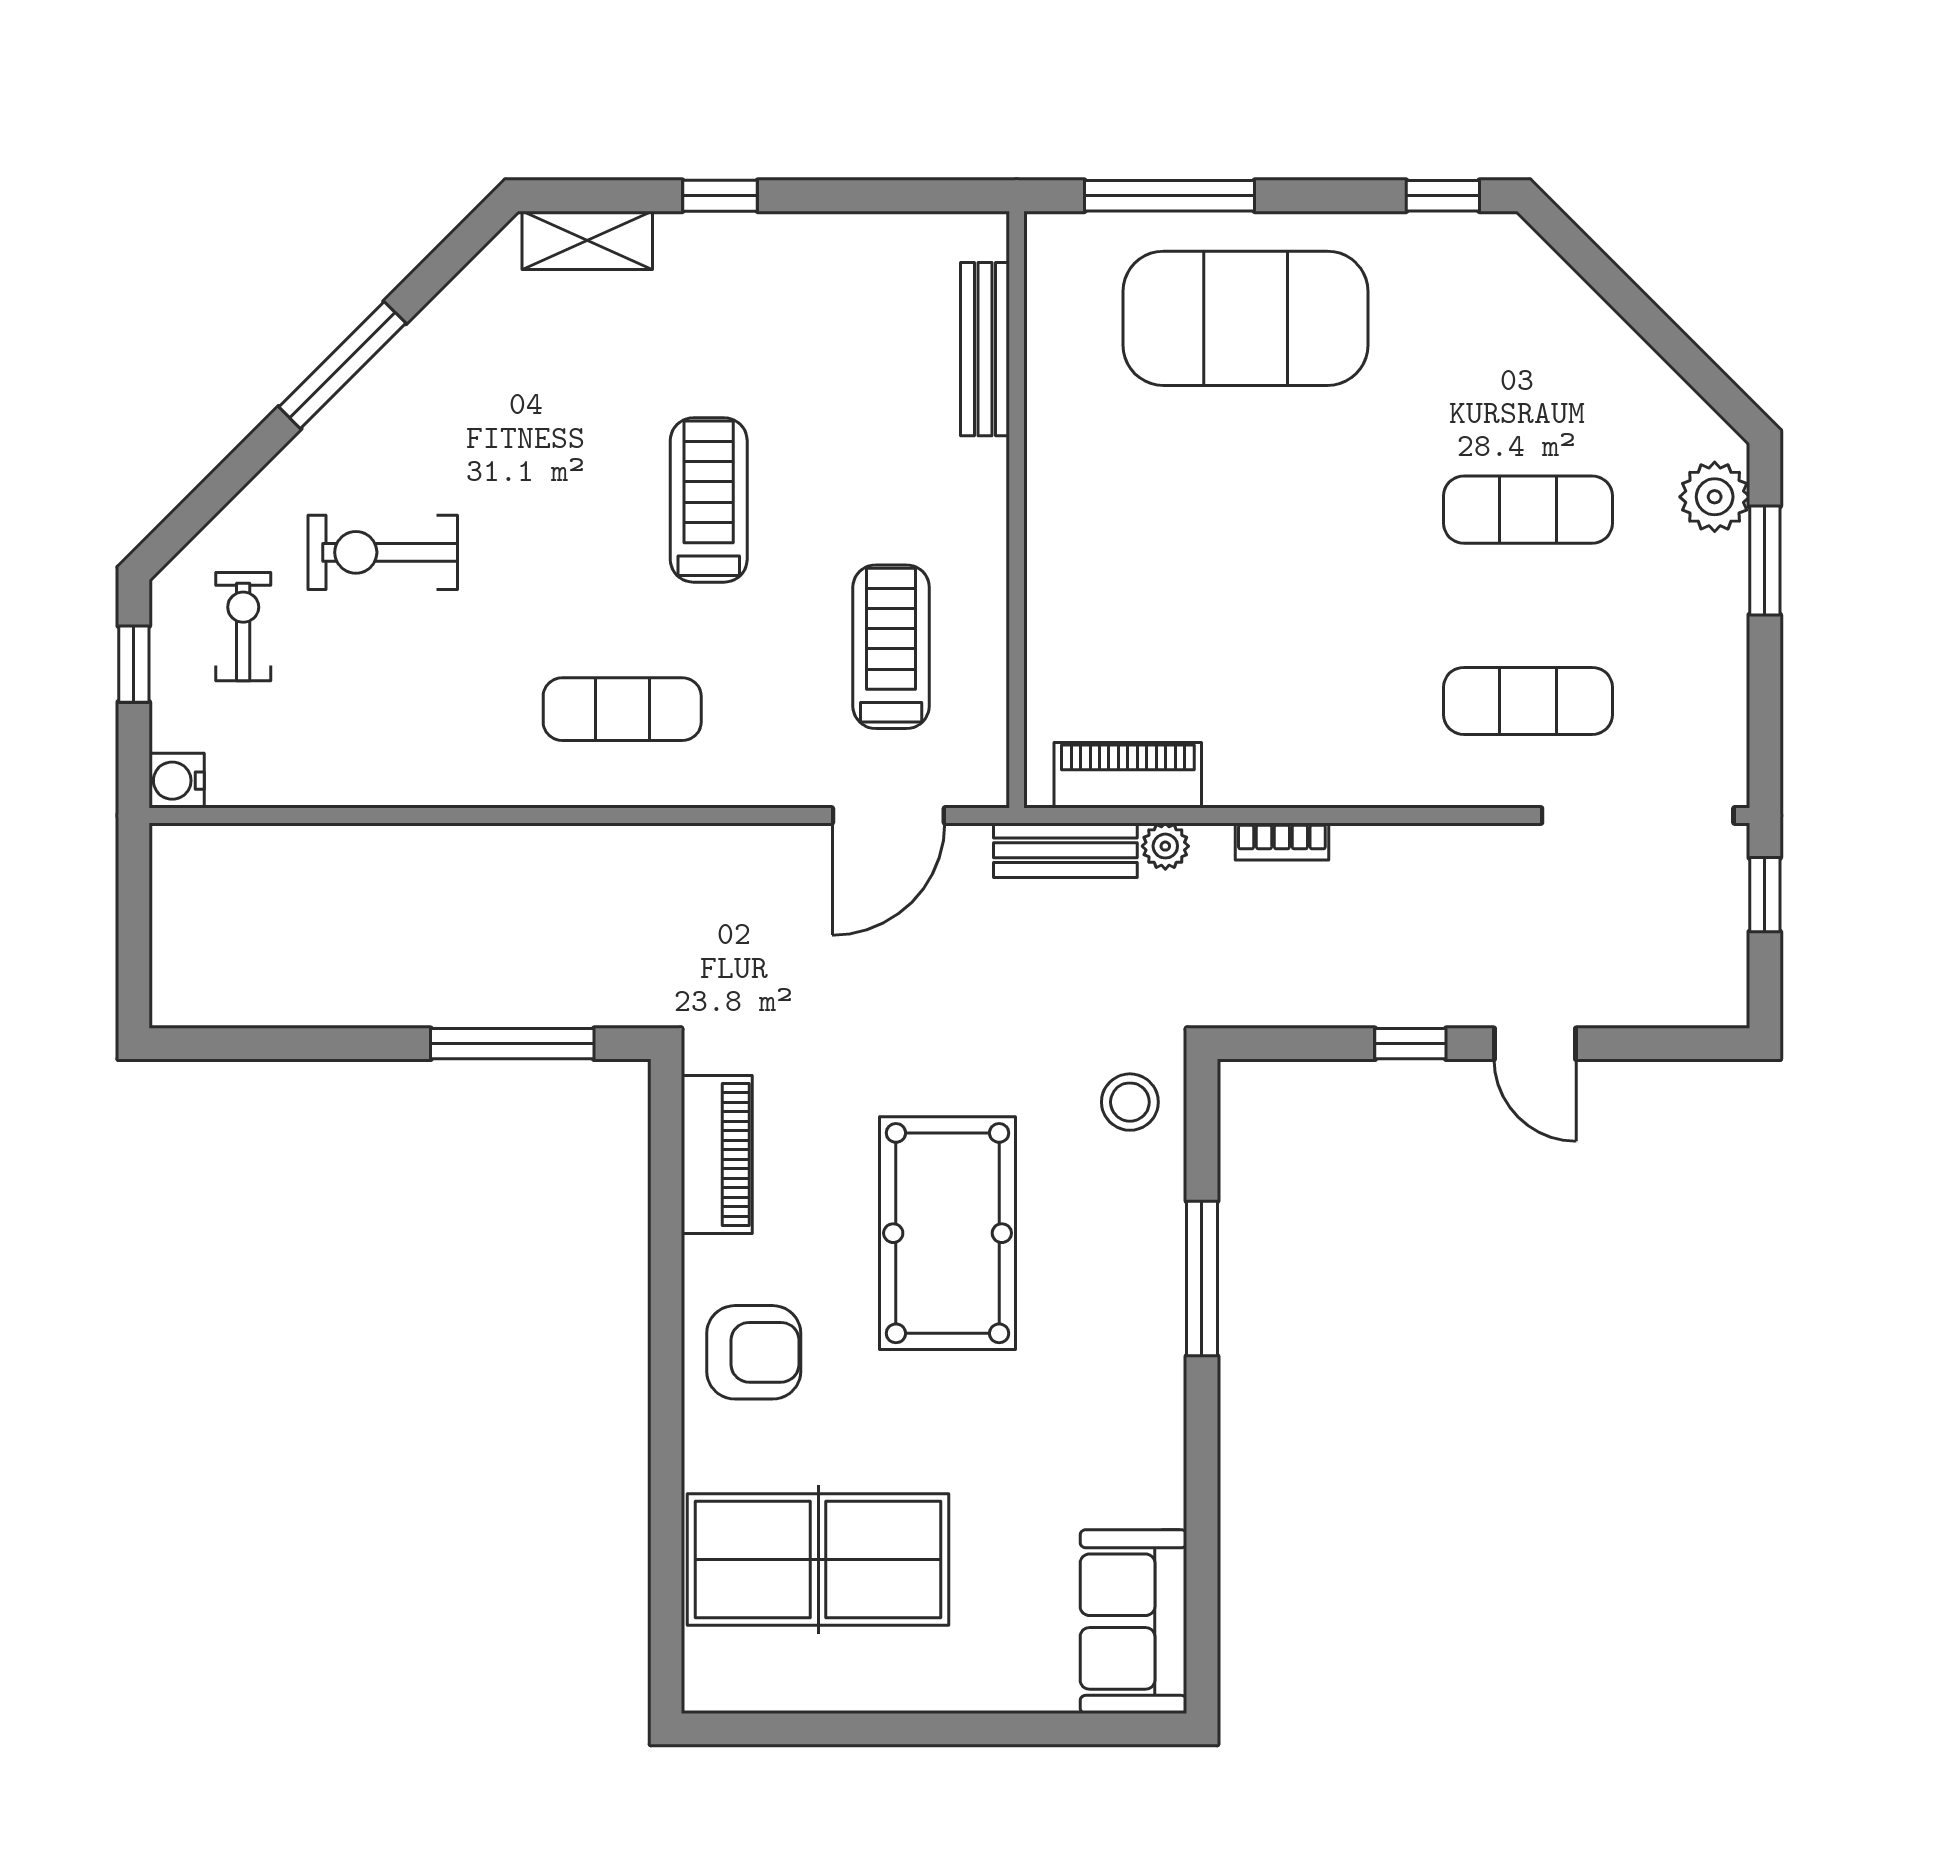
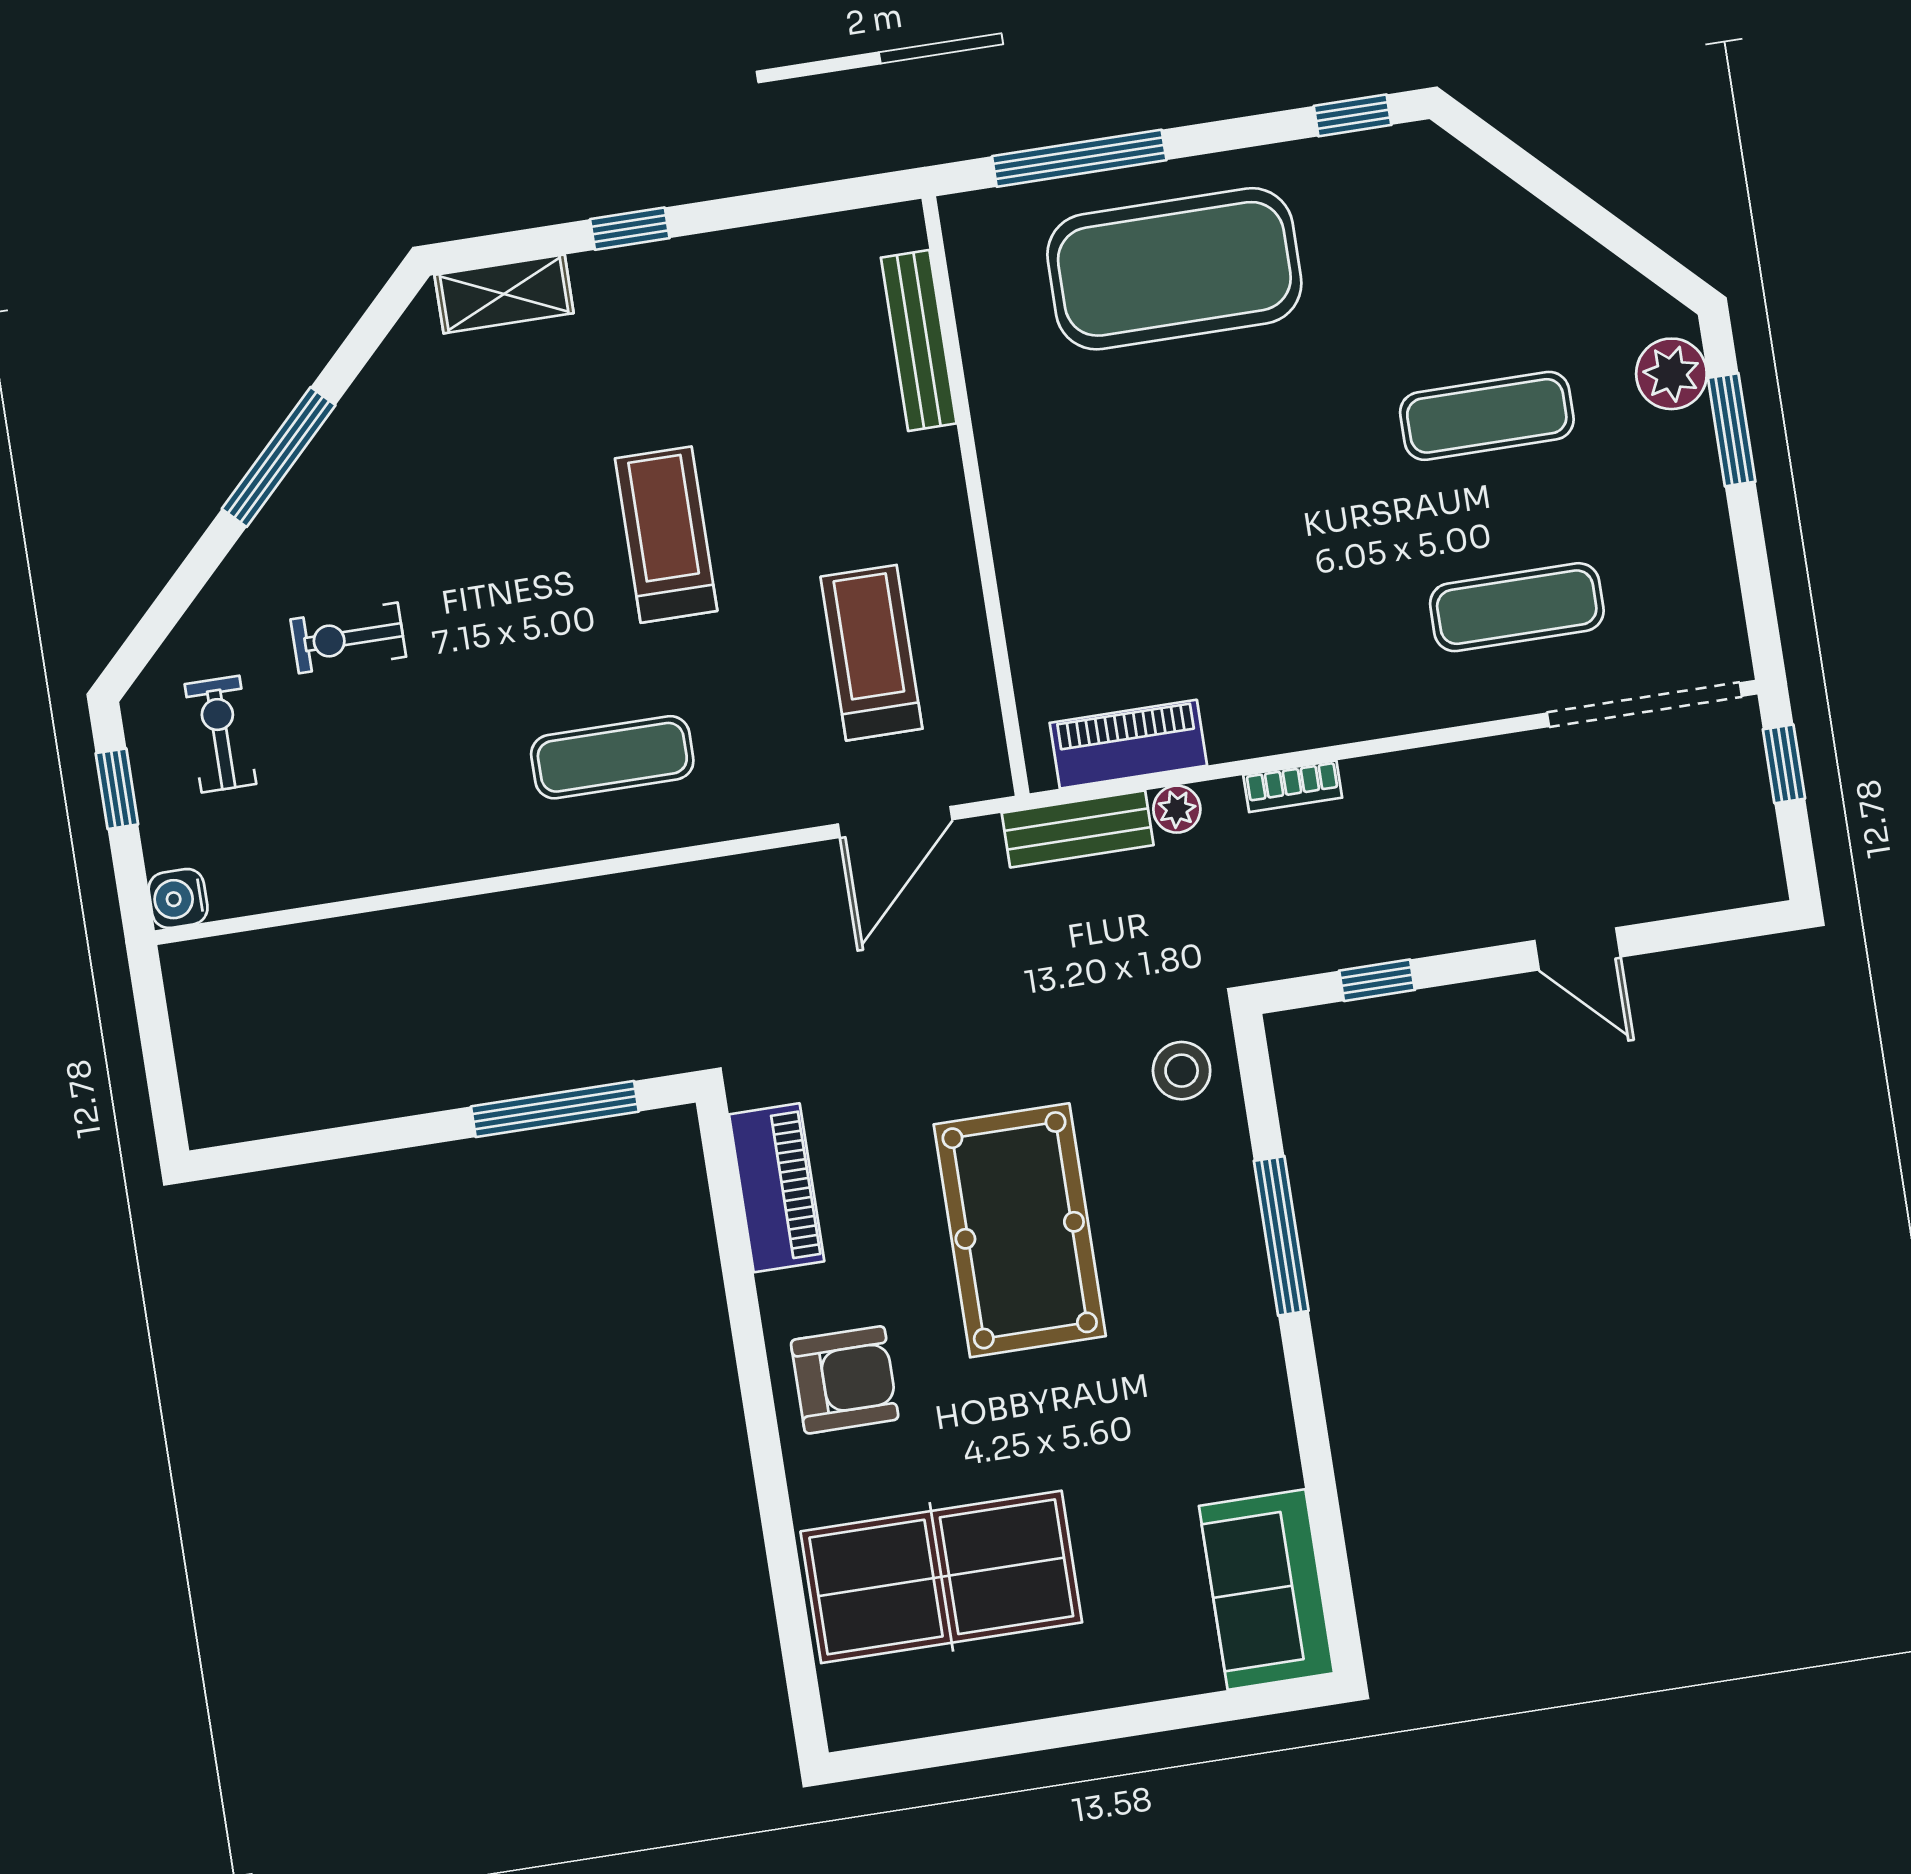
exercise bike: (383, 552) -> (348, 638), width x0.73, depth x0.72
window: (1410, 1044) -> (1377, 980), moved

